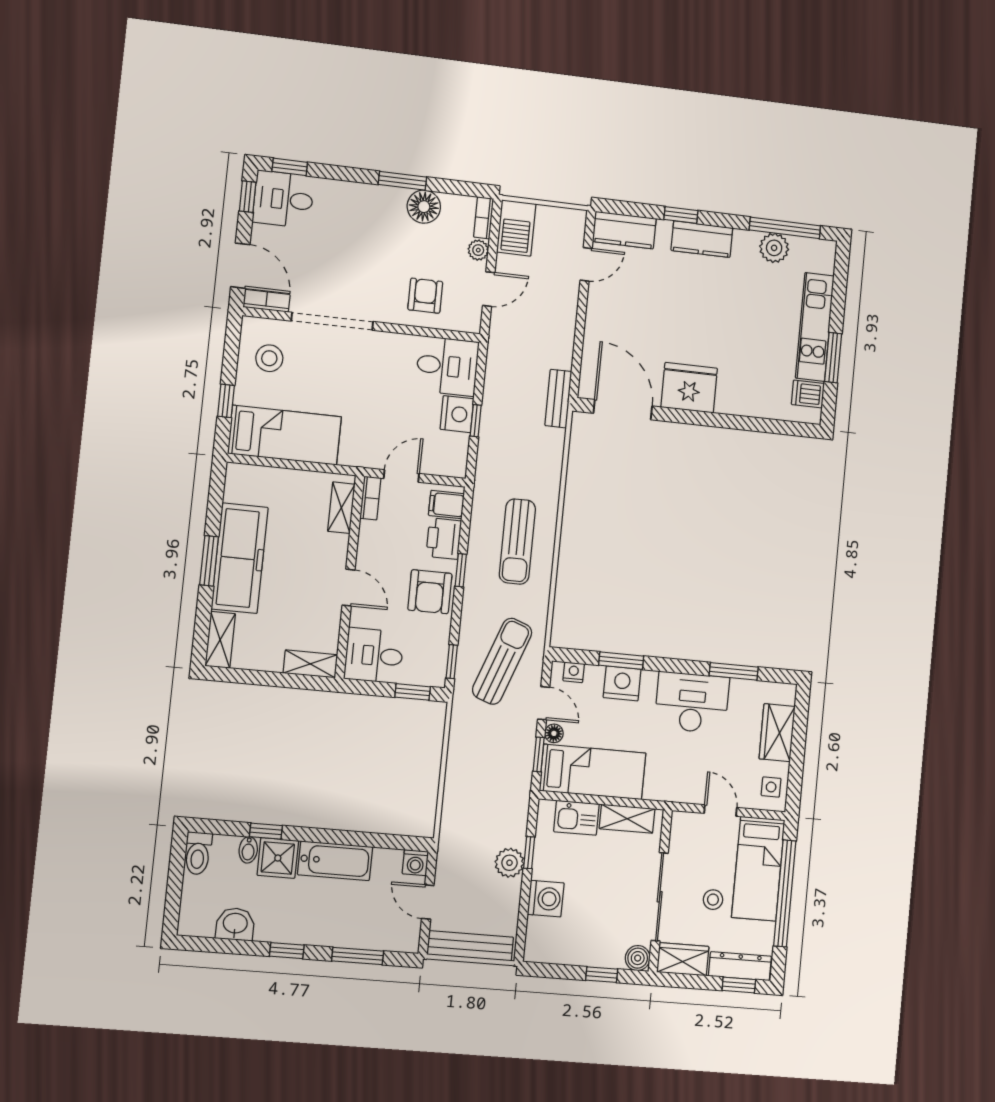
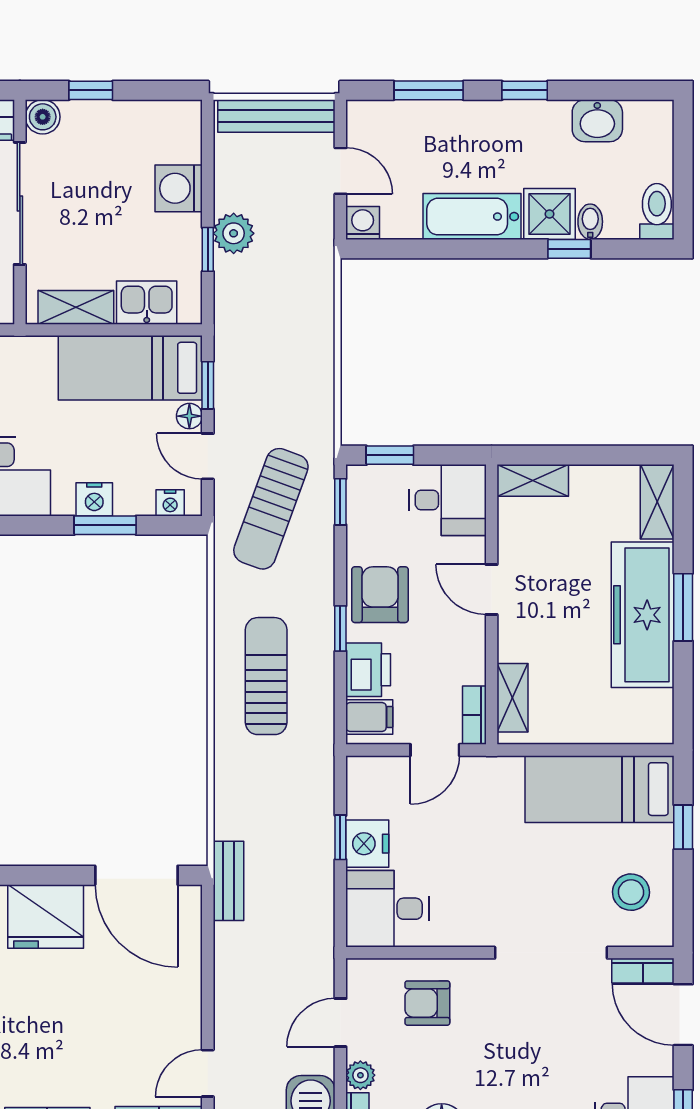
armchair: (425, 296) -> (427, 1003), turned 90
nightstand: (622, 683) -> (94, 499), width x0.74, depth x0.75

